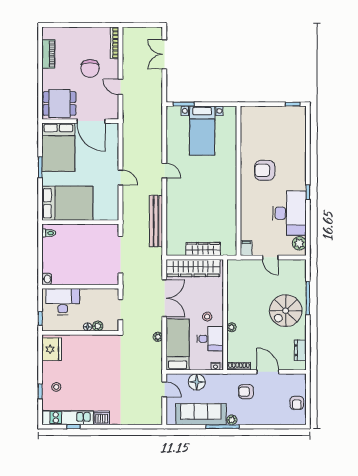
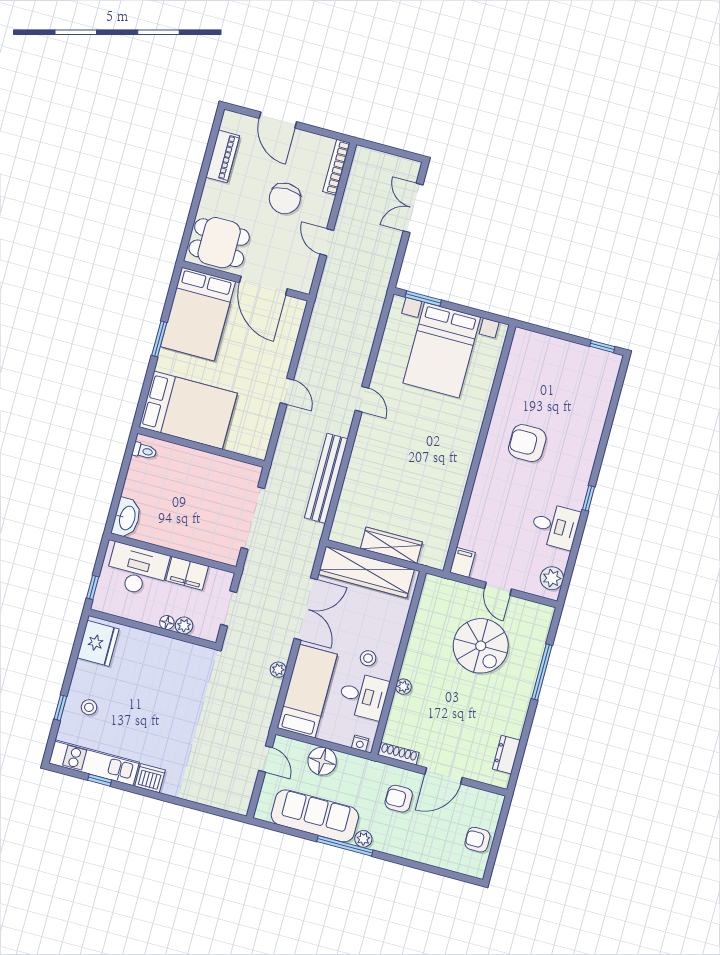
door: (74, 25) -> (278, 120), added
bed with nightstands: (202, 131) -> (442, 350), width x1.36
desk: (289, 213) -> (555, 526), width x0.53, depth x0.77
washbasin: (47, 279) -> (127, 518), width x1.91, depth x1.45
filing cabinet: (92, 296) -> (187, 573), added
spiral stairs: (286, 311) -> (481, 646), moved, turned -90
door: (268, 372) -> (444, 776), swing flipped
armchair: (297, 403) -> (477, 840), turned 90

